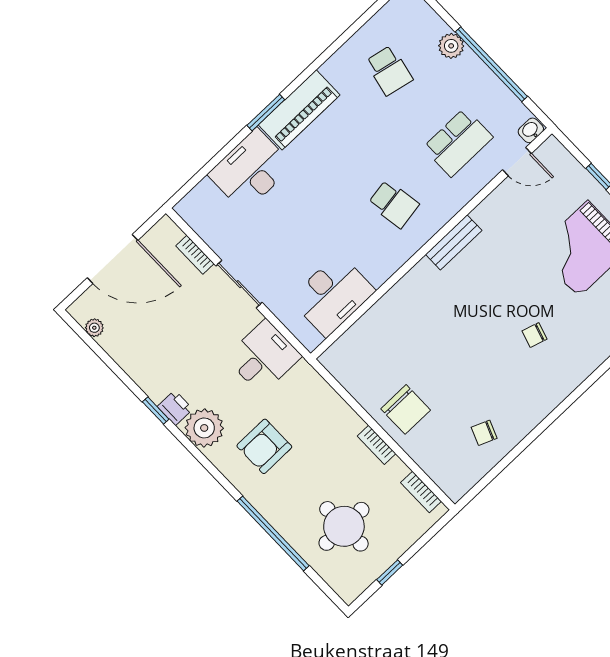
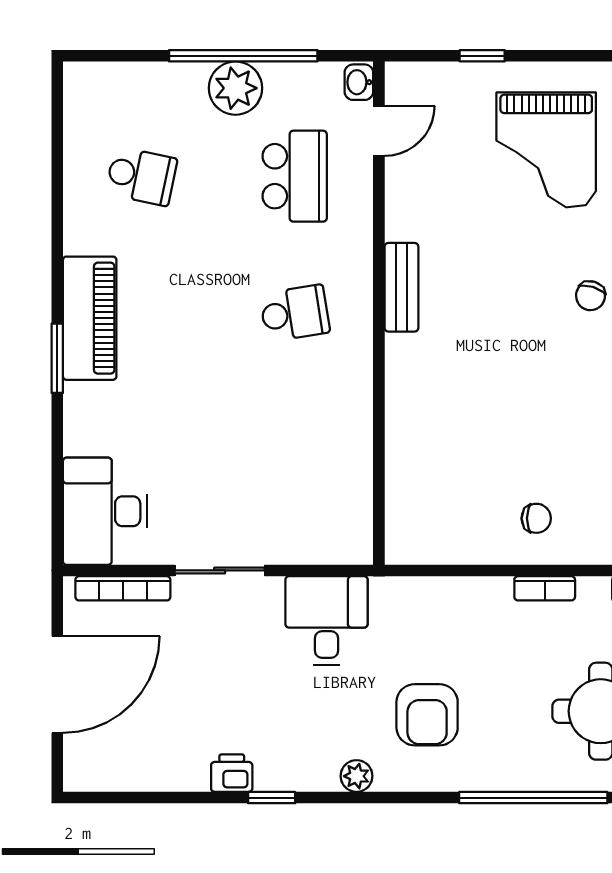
plant: (451, 46) -> (235, 88), moved, width x1.36, depth x1.36
desk: (251, 170) -> (105, 511), moved
bookcase: (195, 255) -> (123, 588), width x1.56
desk: (332, 295) -> (331, 478), removed
plant: (94, 328) -> (114, 778), removed
printer: (175, 408) -> (232, 773), moved
chair: (406, 409) -> (536, 518), width x0.54, depth x0.54
plant: (204, 428) -> (357, 776), width x0.53, depth x0.53

